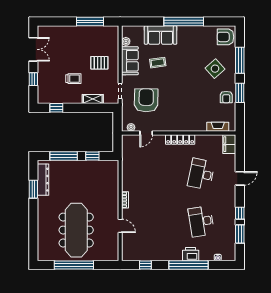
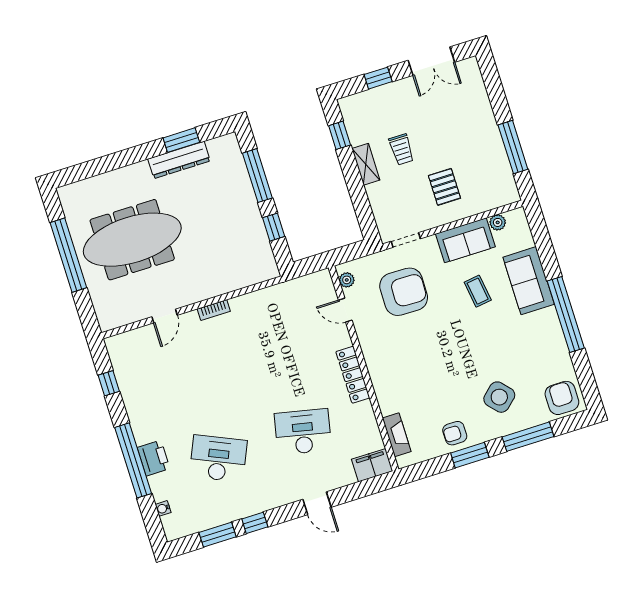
shelving: (93, 99) -> (366, 164), moved
dresser: (43, 180) -> (179, 160), moved
desk: (201, 221) -> (218, 458), turned 33

